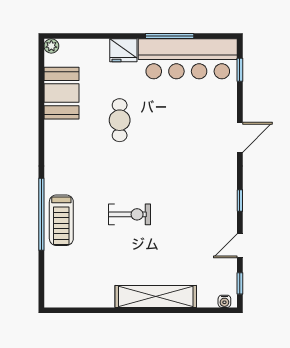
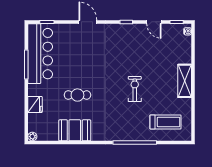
fridge: (123, 50) -> (35, 104), moved
booth: (62, 93) -> (75, 130), moved
treadmill: (61, 220) -> (165, 122), moved
shelving: (156, 296) -> (185, 81), width x0.68

